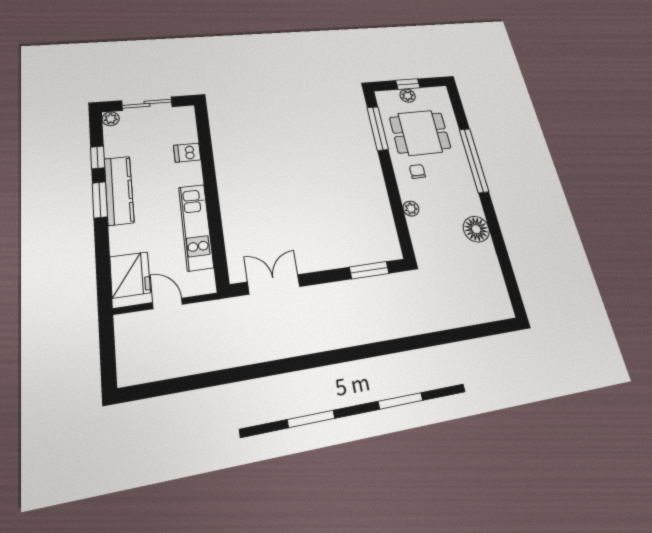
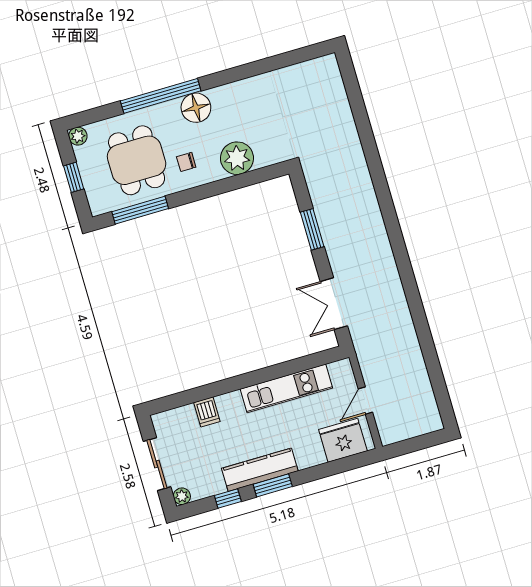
plant: (408, 96) -> (78, 136), moved
plant: (411, 209) -> (237, 158), width x1.87, depth x1.87
floor lamp: (476, 229) -> (196, 108), moved
window: (369, 270) -> (312, 229), moved

